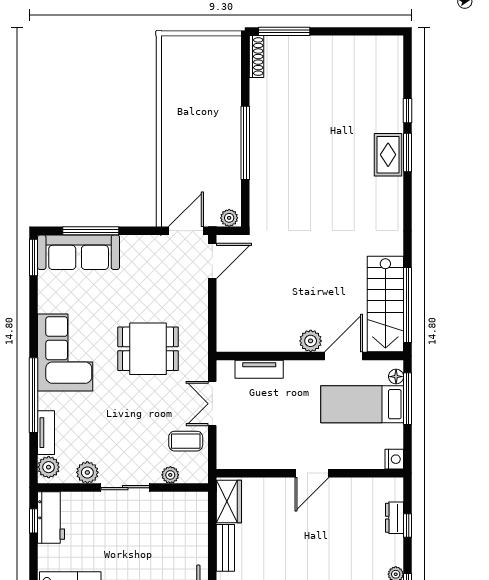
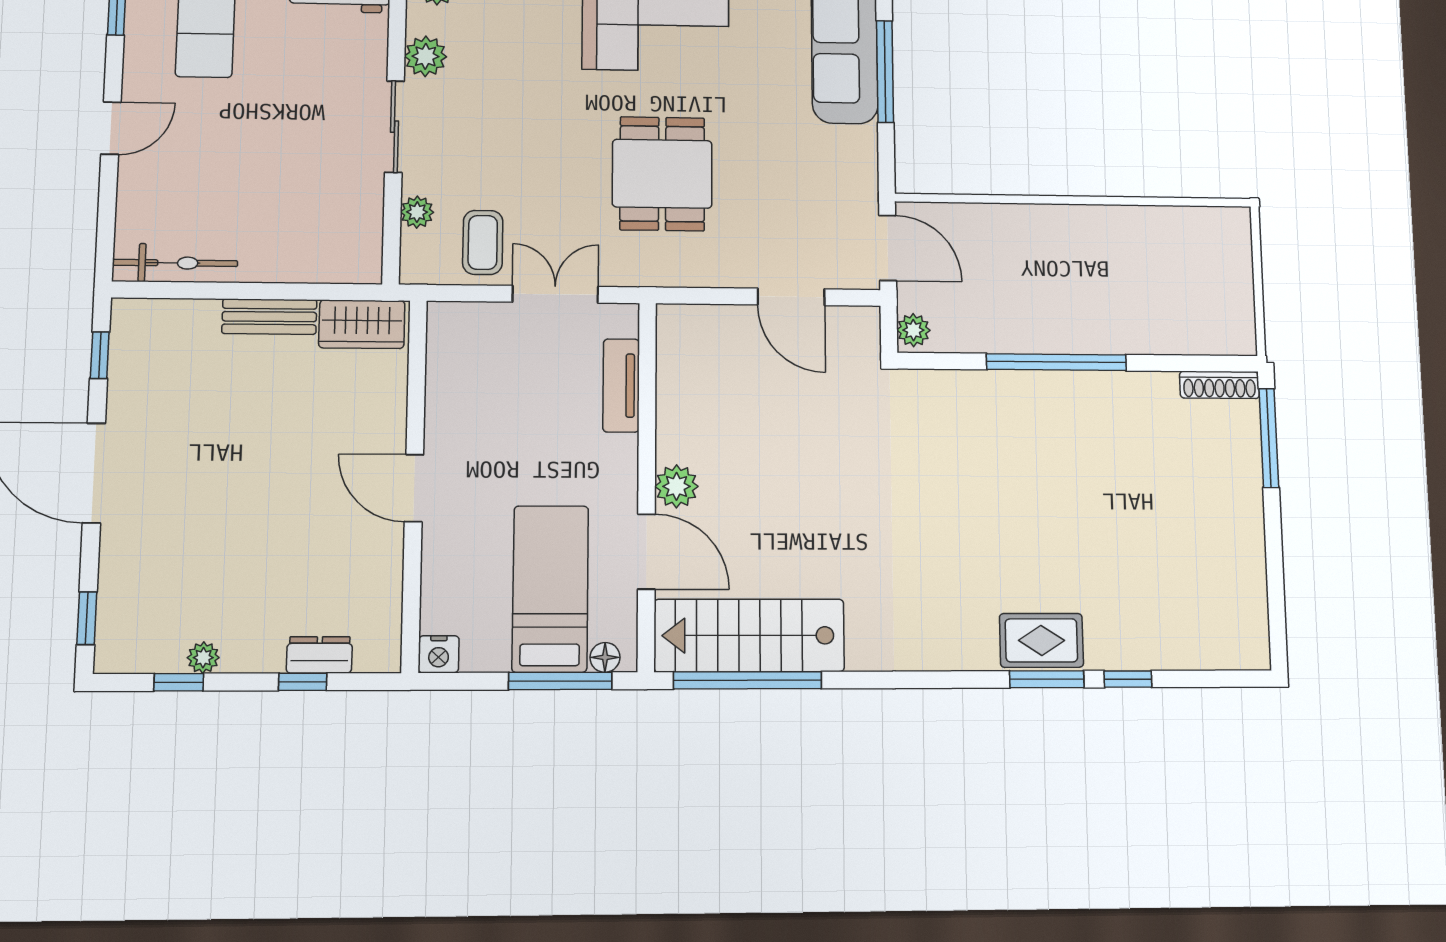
door: (212, 261) -> (791, 297), moved

